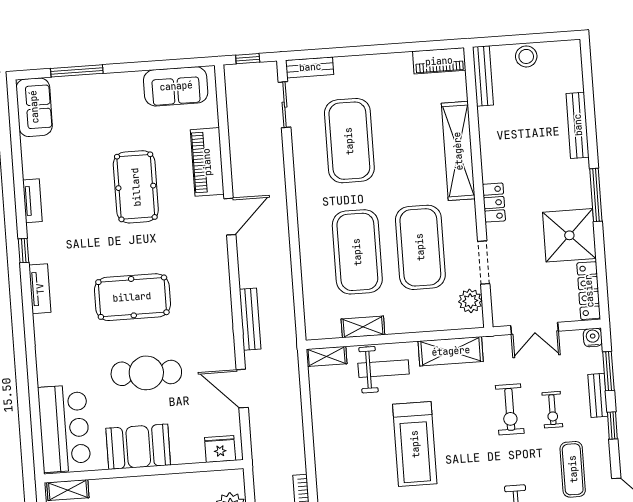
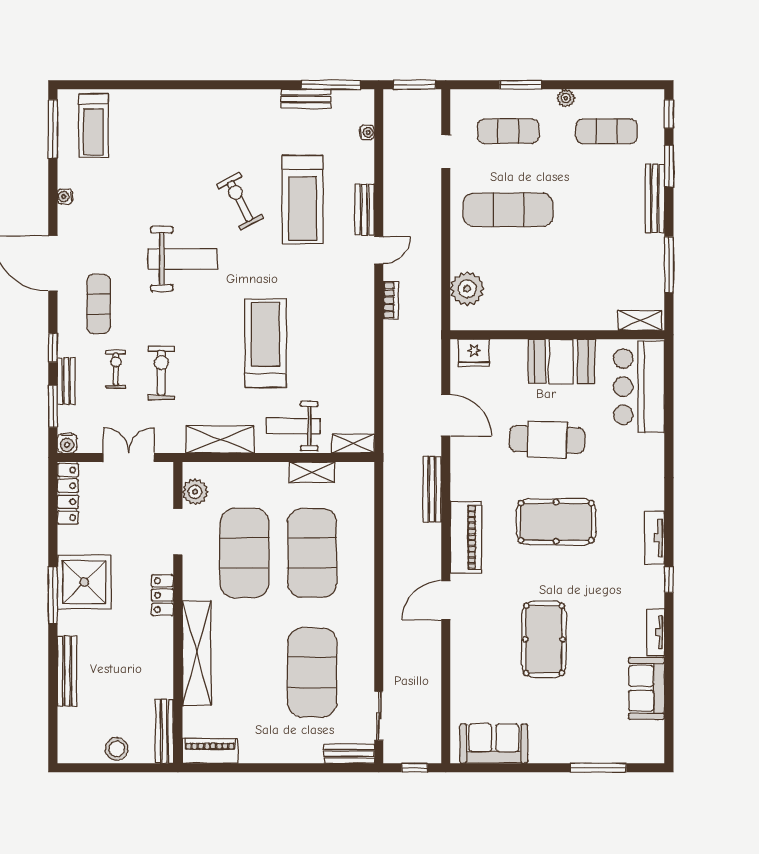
sofa: (34, 107) -> (647, 688), moved
piano: (207, 162) -> (466, 537), moved
shower: (569, 235) -> (84, 582), moved

